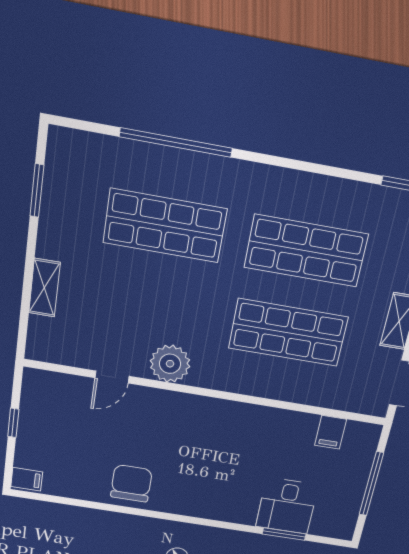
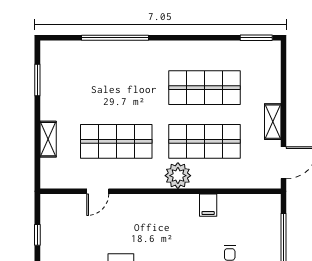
shop shelf: (165, 226) -> (116, 141), moved
plant: (170, 364) -> (178, 176), moved
filing cabinet: (331, 432) -> (208, 205), moved

